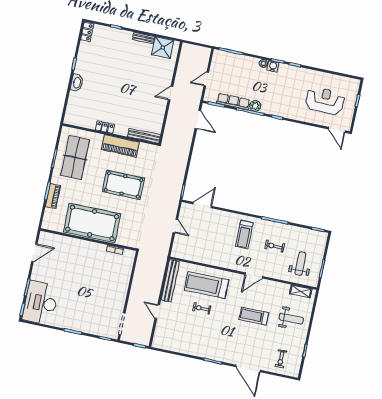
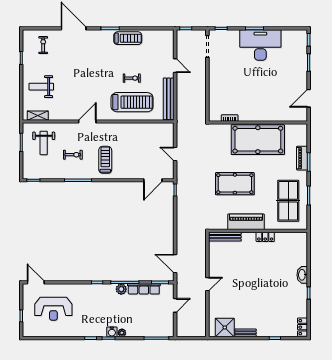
desk: (41, 303) -> (260, 45), moved, turned -90
treadmill: (254, 316) -> (128, 38), moved

